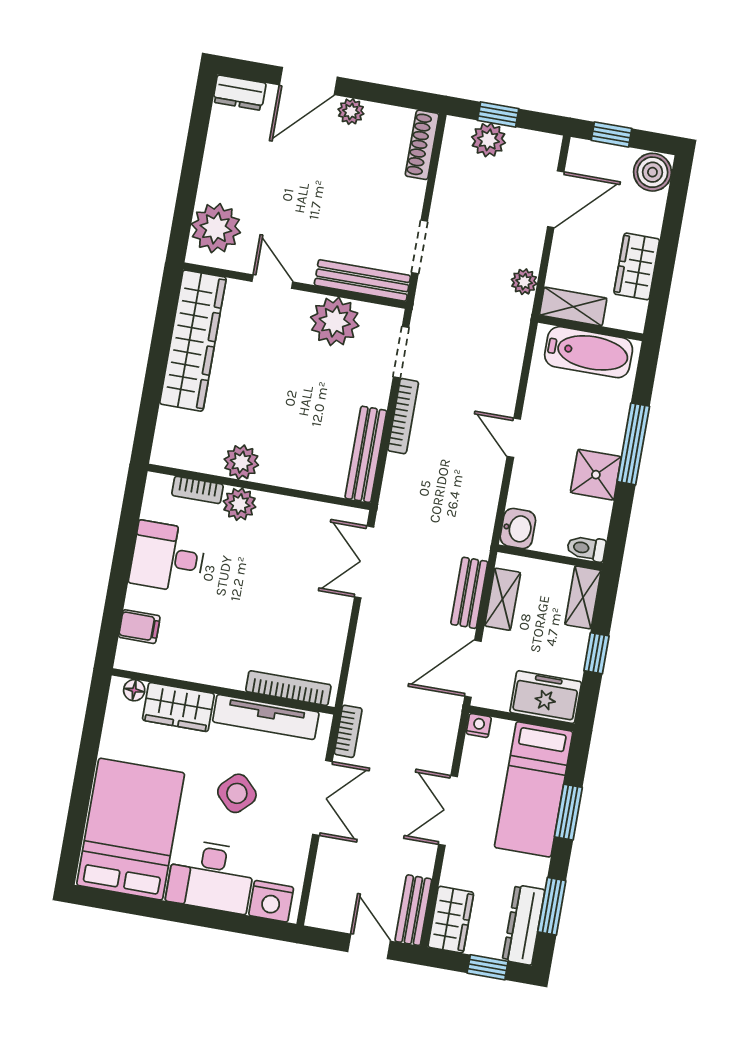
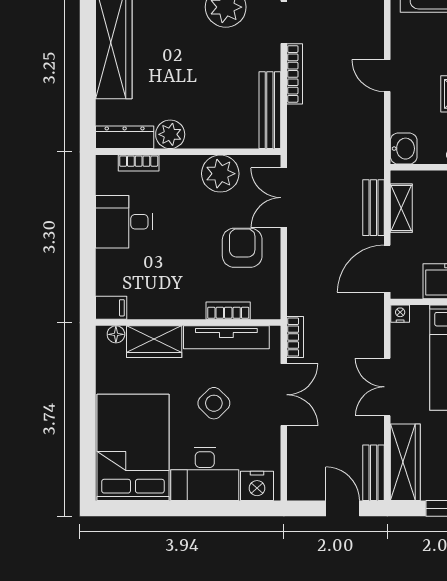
dresser: (186, 456) -> (125, 137), added
plant: (239, 504) -> (220, 174), moved, width x1.36, depth x1.36
armchair: (304, 613) -> (242, 248), added
filing cabinet: (139, 627) -> (111, 308), moved
bookcase: (288, 688) -> (228, 311), width x0.64
wardrobe: (451, 920) -> (405, 462), width x1.50

